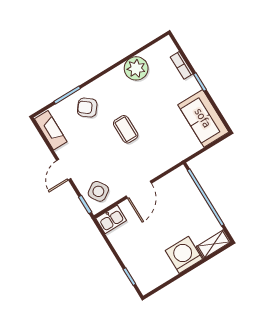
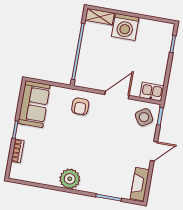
plant: (136, 68) -> (70, 179), moved
armchair: (87, 108) -> (80, 106), moved, turned 52
coffee table: (126, 129) -> (91, 142), removed

